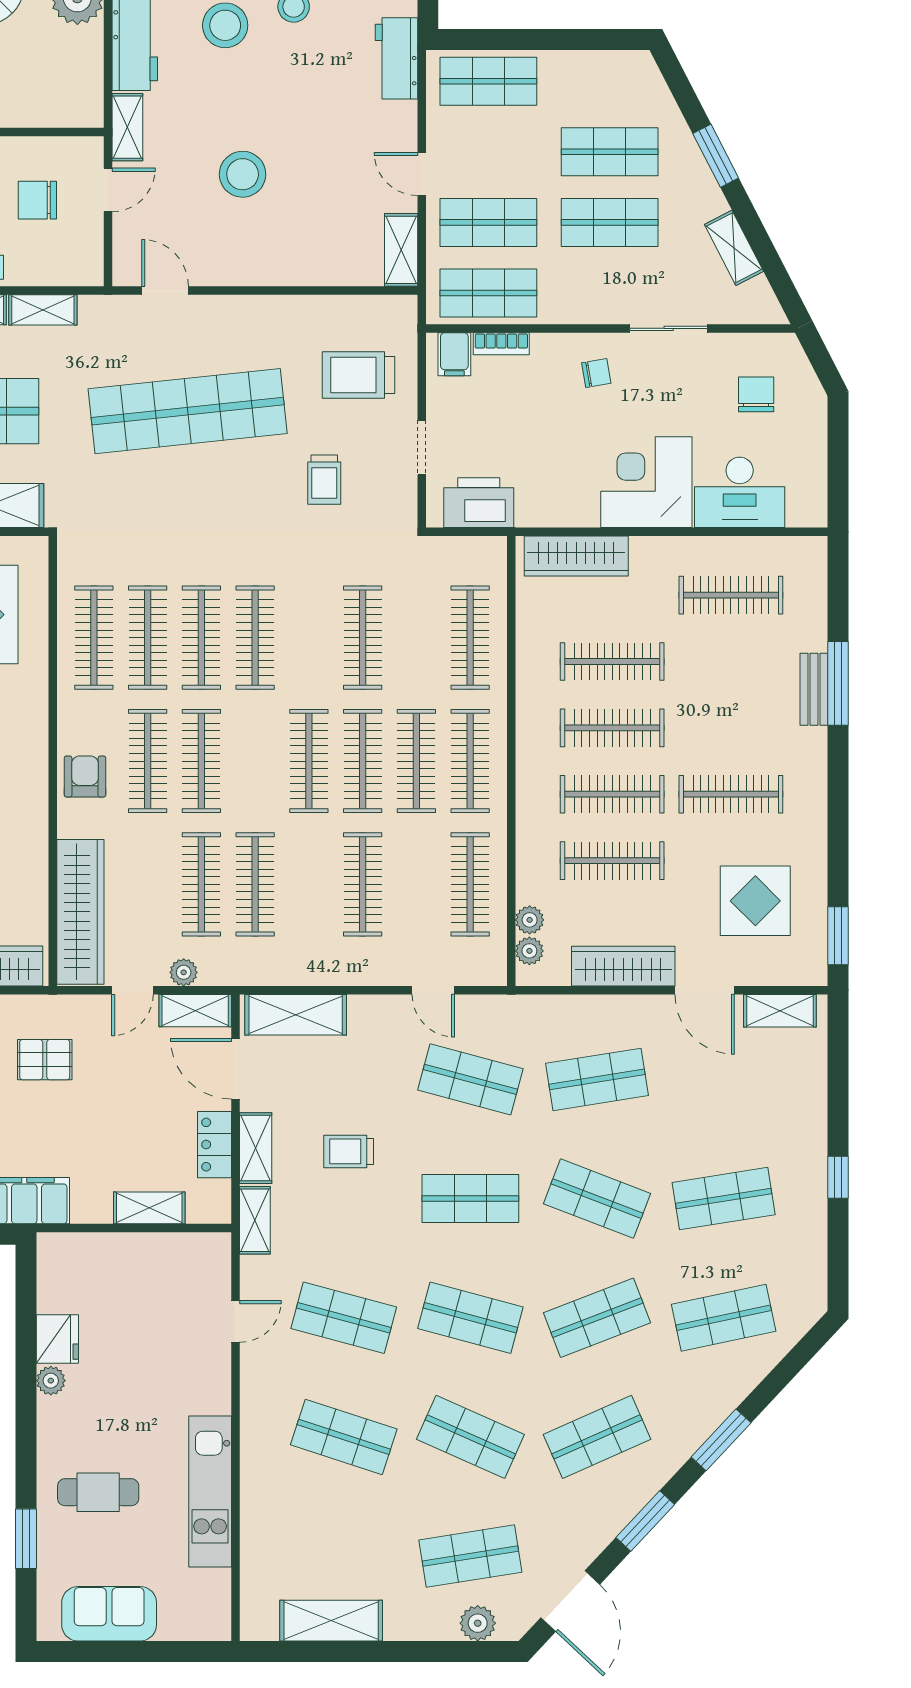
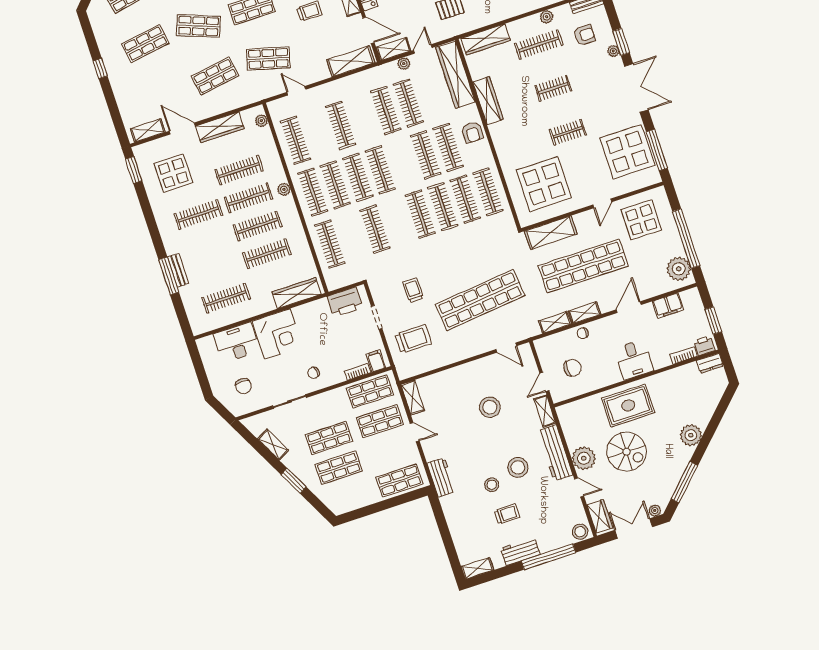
wardrobe: (29, 833) -> (488, 101), added
plant: (530, 920) -> (284, 189), moved

